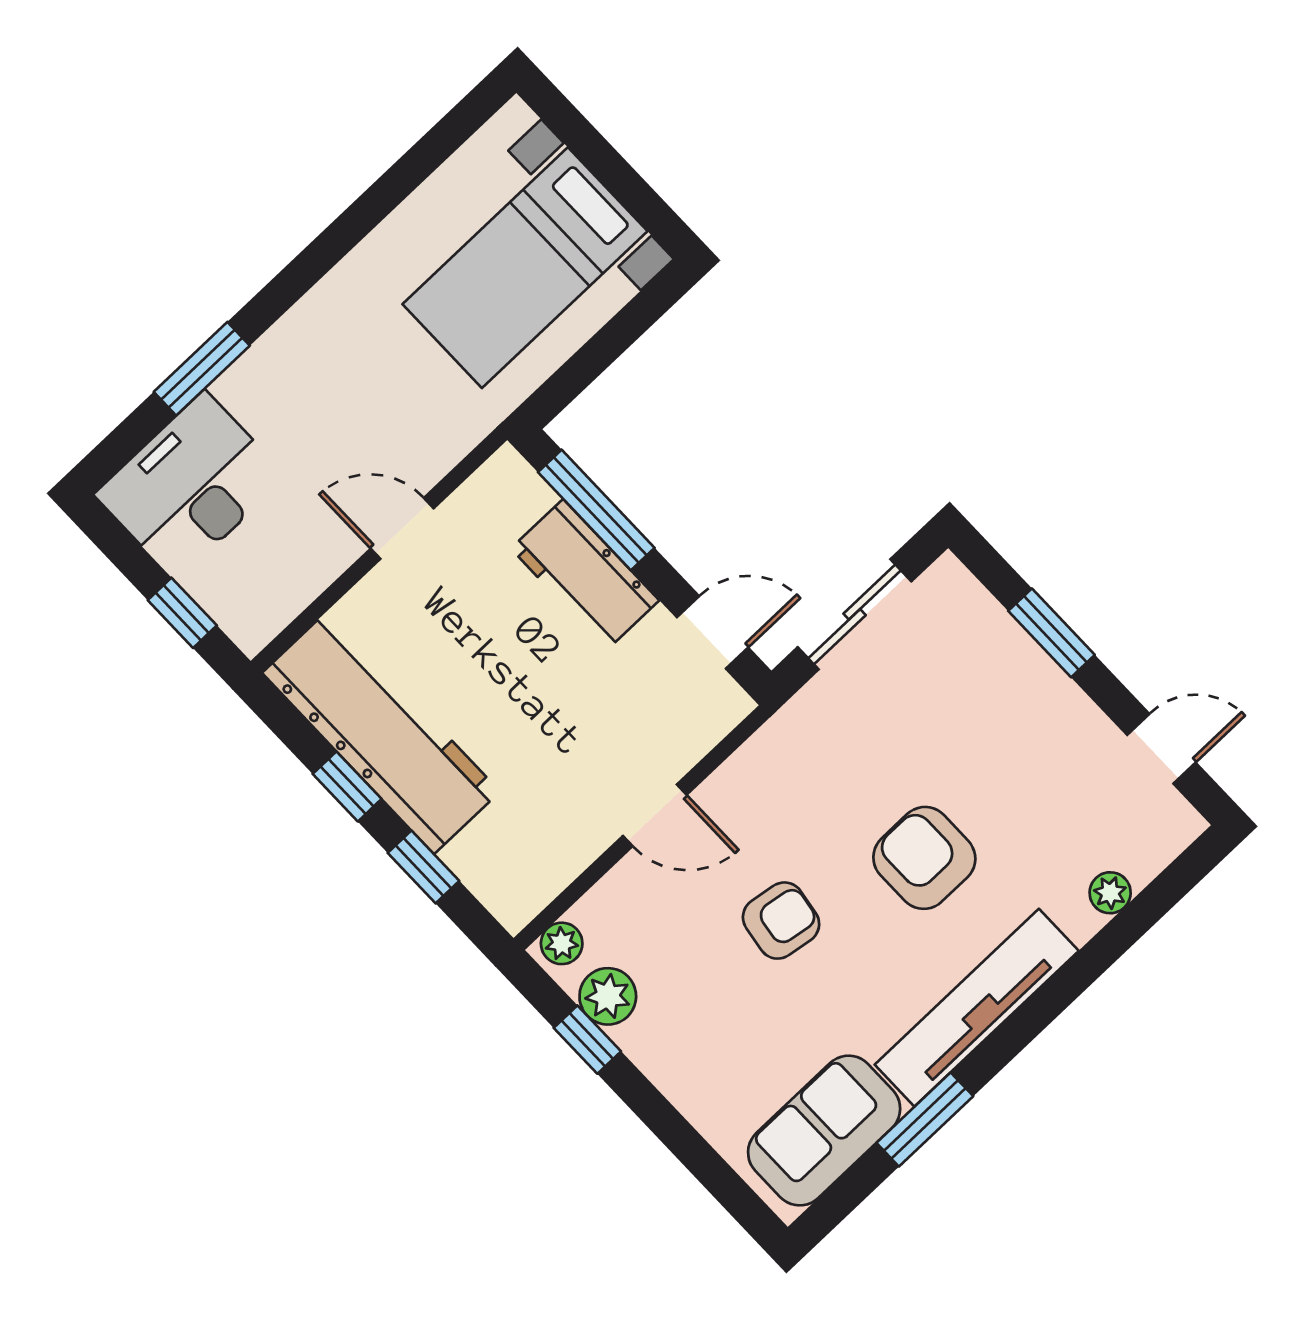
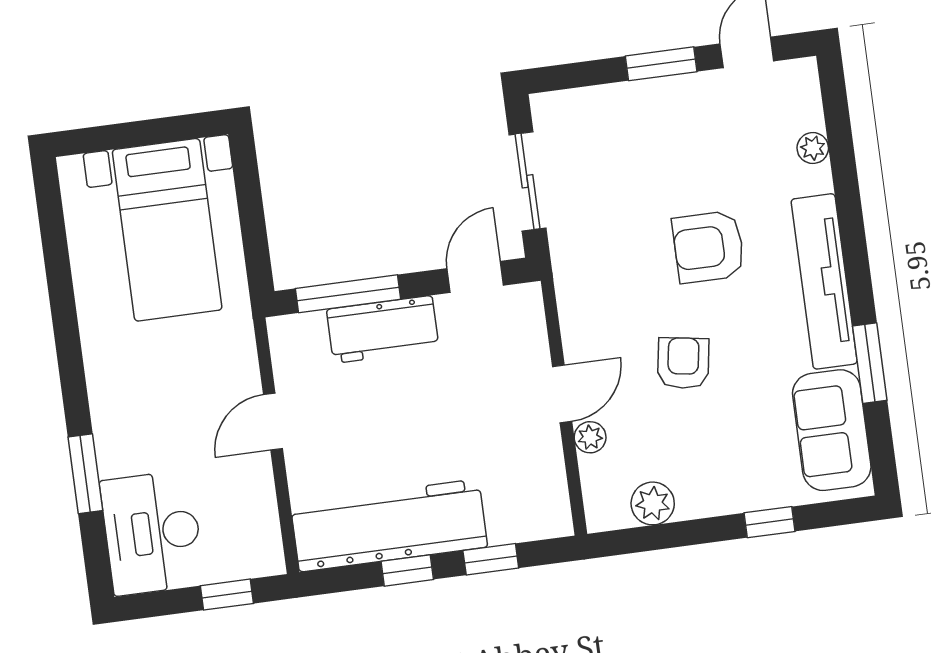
window: (1051, 633) -> (661, 64), moved
plant: (562, 943) -> (590, 437), moved
window: (587, 1040) -> (770, 522), moved

